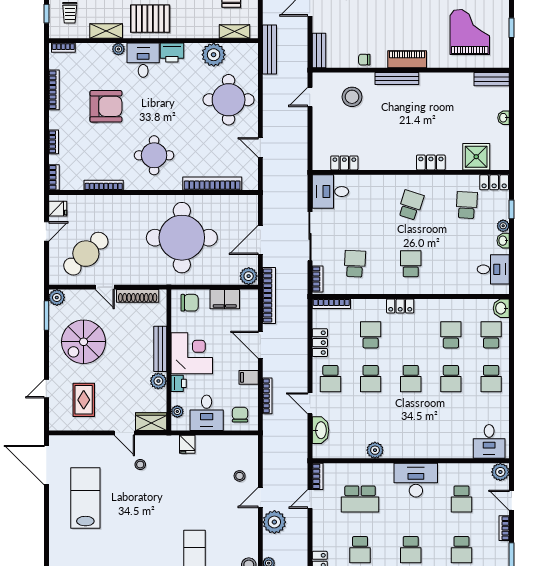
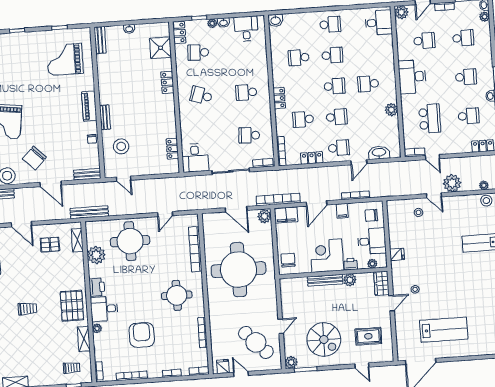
bench: (397, 78) -> (105, 117), width x0.73
shoe rack: (138, 296) -> (286, 300), removed
filing cabinet: (225, 299) -> (286, 215), moved, turned 90
school desk: (491, 335) -> (368, 84), moved
lab bench: (85, 498) -> (444, 330), turned 180

